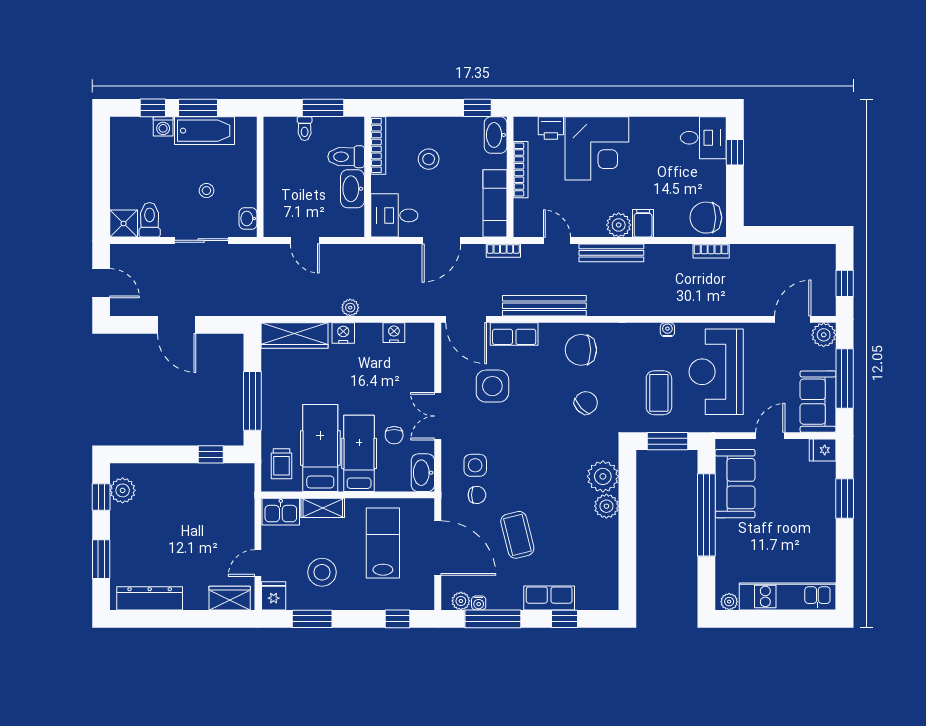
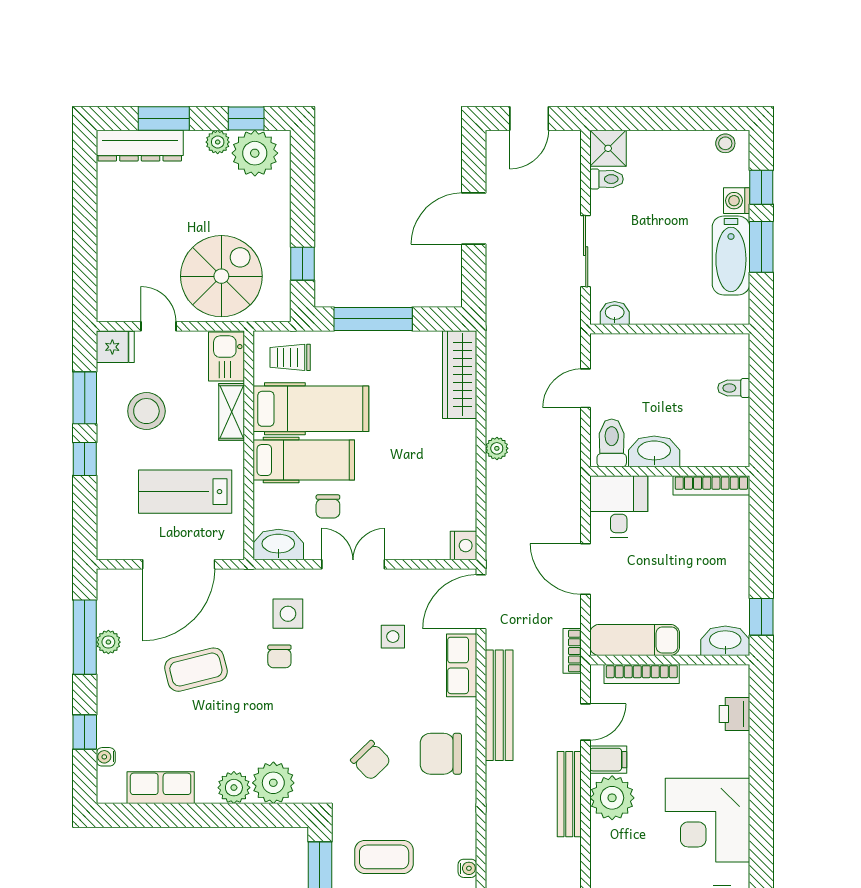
window: (323, 108) -> (761, 412), removed
corner desk: (597, 148) -> (708, 820), moved
toilet: (346, 157) -> (612, 443), moved
stool: (429, 159) -> (693, 552), removed
bookcase: (521, 170) -> (642, 674), moved
stool: (206, 191) -> (725, 143), moved
toilet: (150, 220) -> (607, 179), width x0.73, depth x0.72
filing cabinet: (643, 223) -> (608, 760), moved
plant: (619, 225) -> (612, 798), width x1.36, depth x1.36
nightstand: (343, 333) -> (463, 439), removed
nightstand: (394, 333) -> (464, 546), moved
chair: (581, 350) -> (441, 754), turned -90
side table: (492, 386) -> (393, 637), width x0.54, depth x0.54
chair: (394, 435) -> (328, 506), turned -90
plant: (123, 490) -> (255, 153), width x1.36, depth x1.36
chair: (477, 495) -> (279, 656), moved
spiral stairs: (220, 516) -> (221, 276), added
plant: (119, 518) -> (218, 142), added
lab bench: (383, 543) -> (185, 492), turned 180
dresser: (150, 598) -> (140, 146), moved, turned 90
wardrobe: (230, 598) -> (112, 289), removed
row of seats: (549, 598) -> (161, 788), moved, turned -90
plant: (461, 601) -> (108, 642), moved
water cooler: (479, 603) -> (106, 757), moved
window: (397, 619) -> (85, 459), moved

